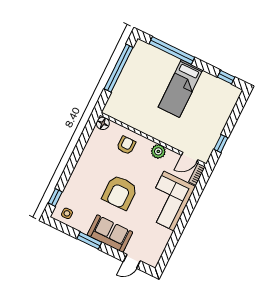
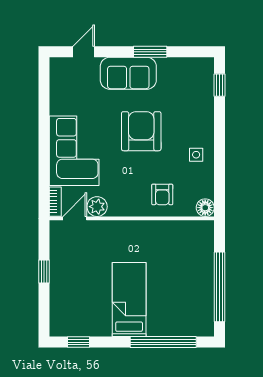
window: (221, 144) -> (44, 271), moved
plant: (158, 151) -> (97, 207), moved
side table: (67, 213) -> (196, 155), moved

